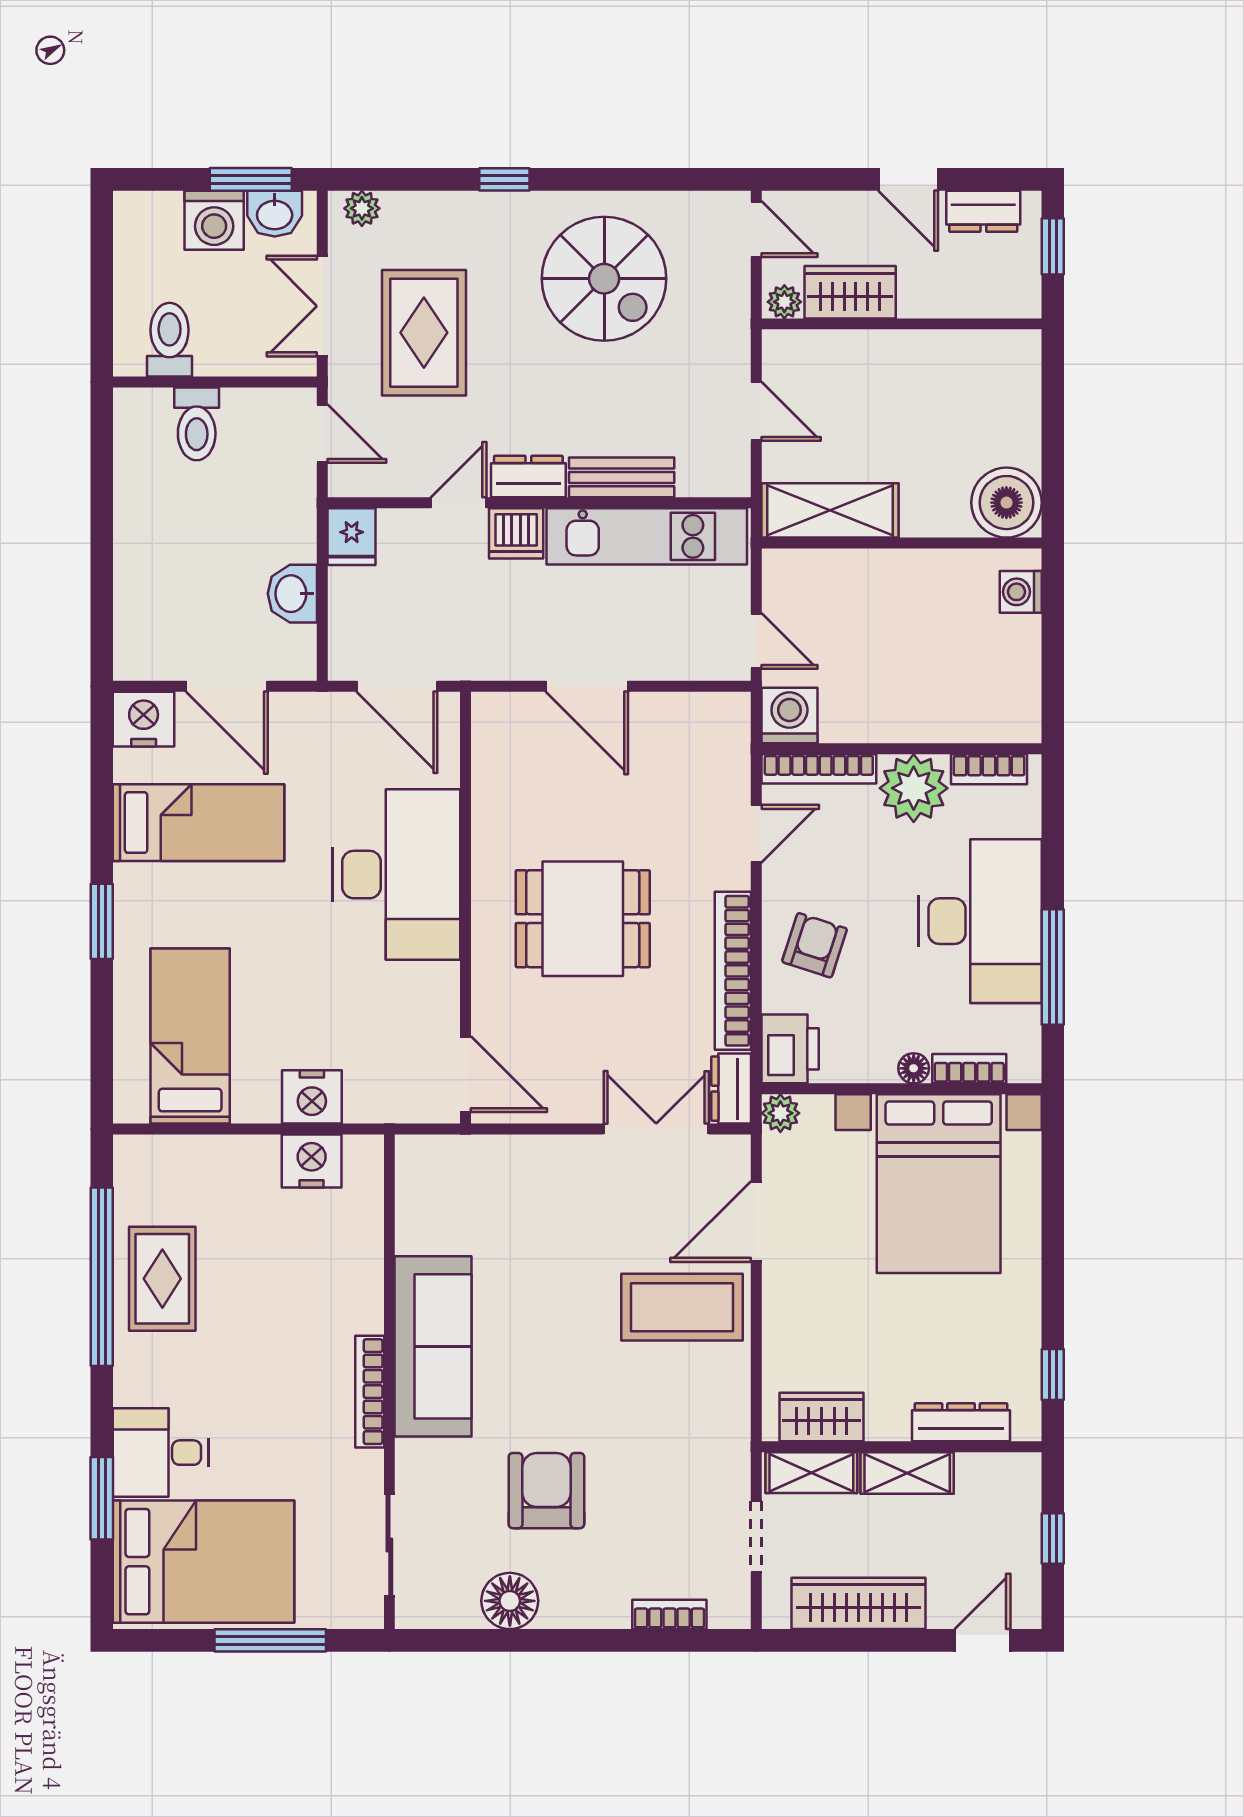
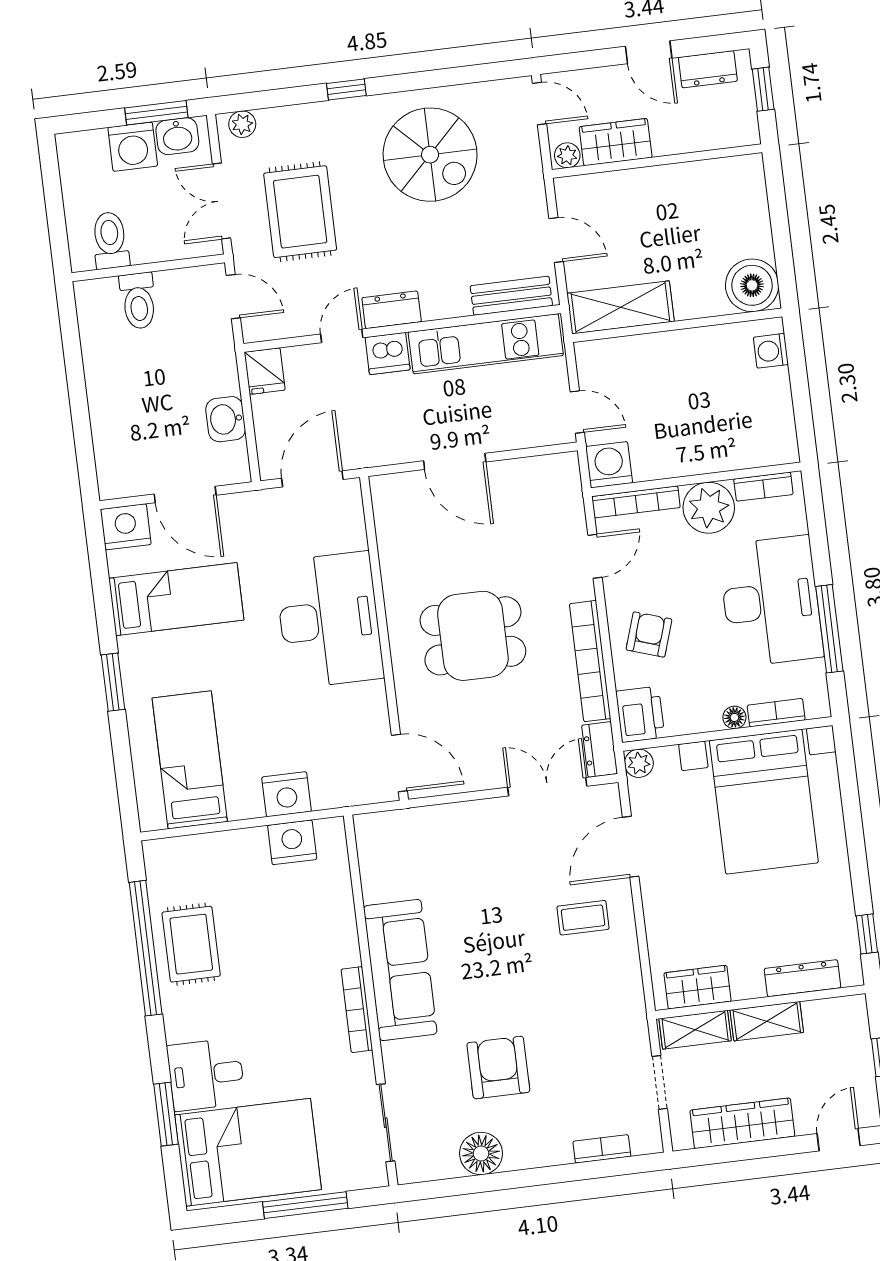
bench: (622, 477) -> (511, 296), moved
door: (397, 686) -> (312, 479), swing flipped
coffee table: (682, 1307) -> (583, 918), width x0.54, depth x0.58

